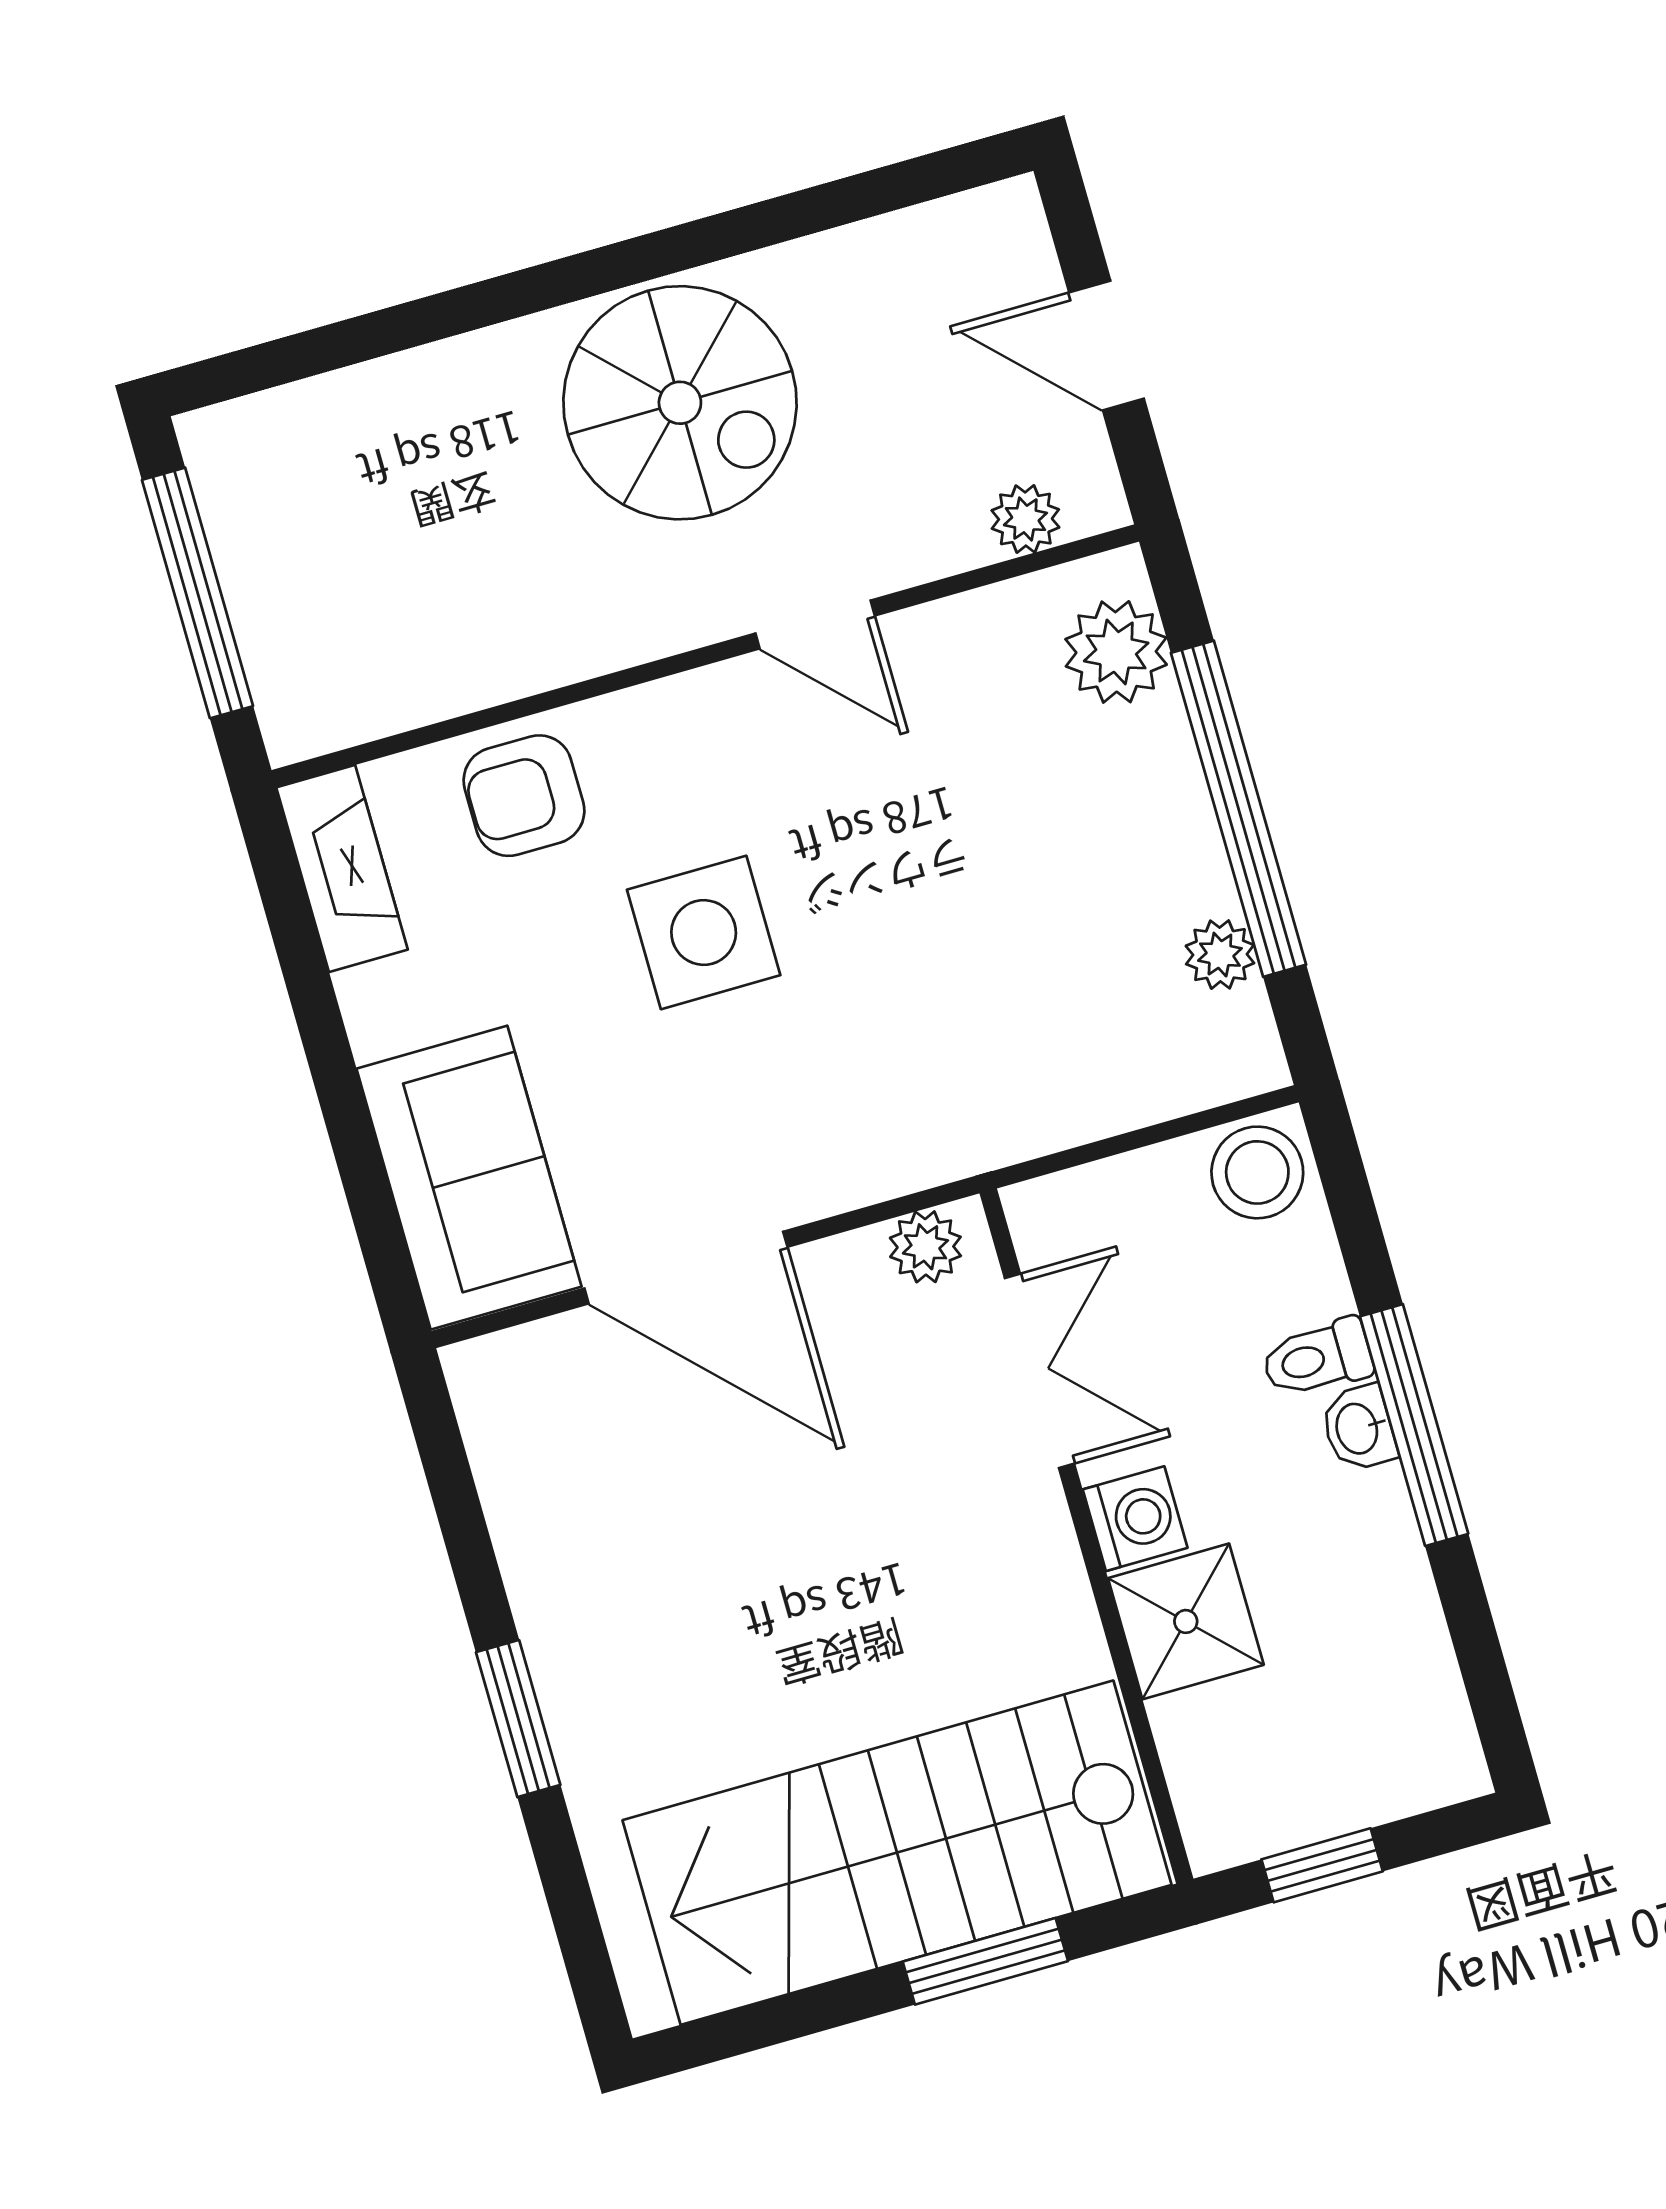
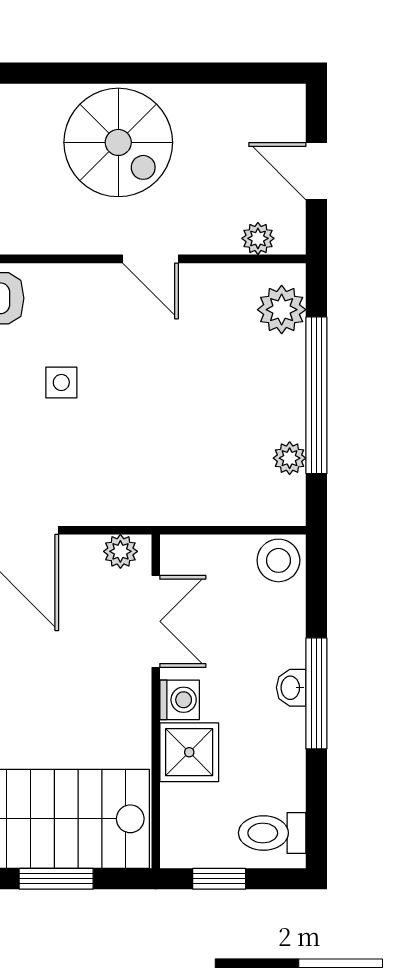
side table: (704, 932) -> (61, 382), width x0.54, depth x0.54
toilet: (1317, 1358) -> (272, 833), moved, width x1.37, depth x1.39

